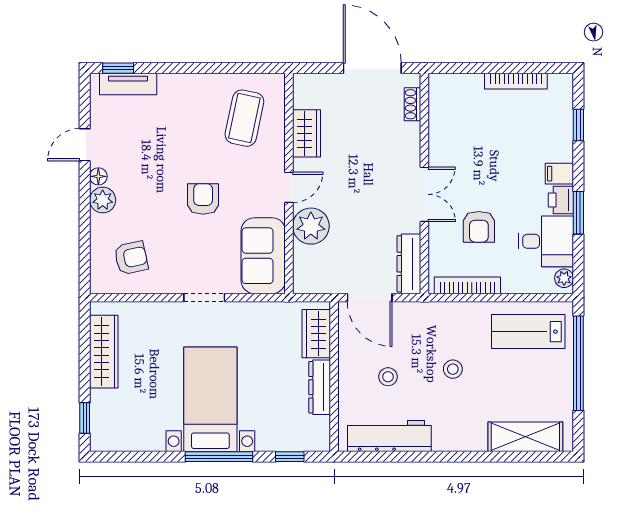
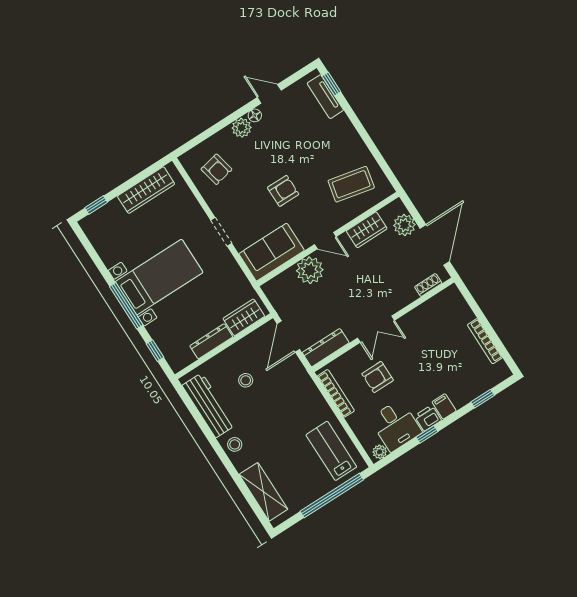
plant: (328, 88) -> (404, 225), added
window: (578, 213) -> (427, 434), width x0.67
stool: (453, 369) -> (235, 444), moved

